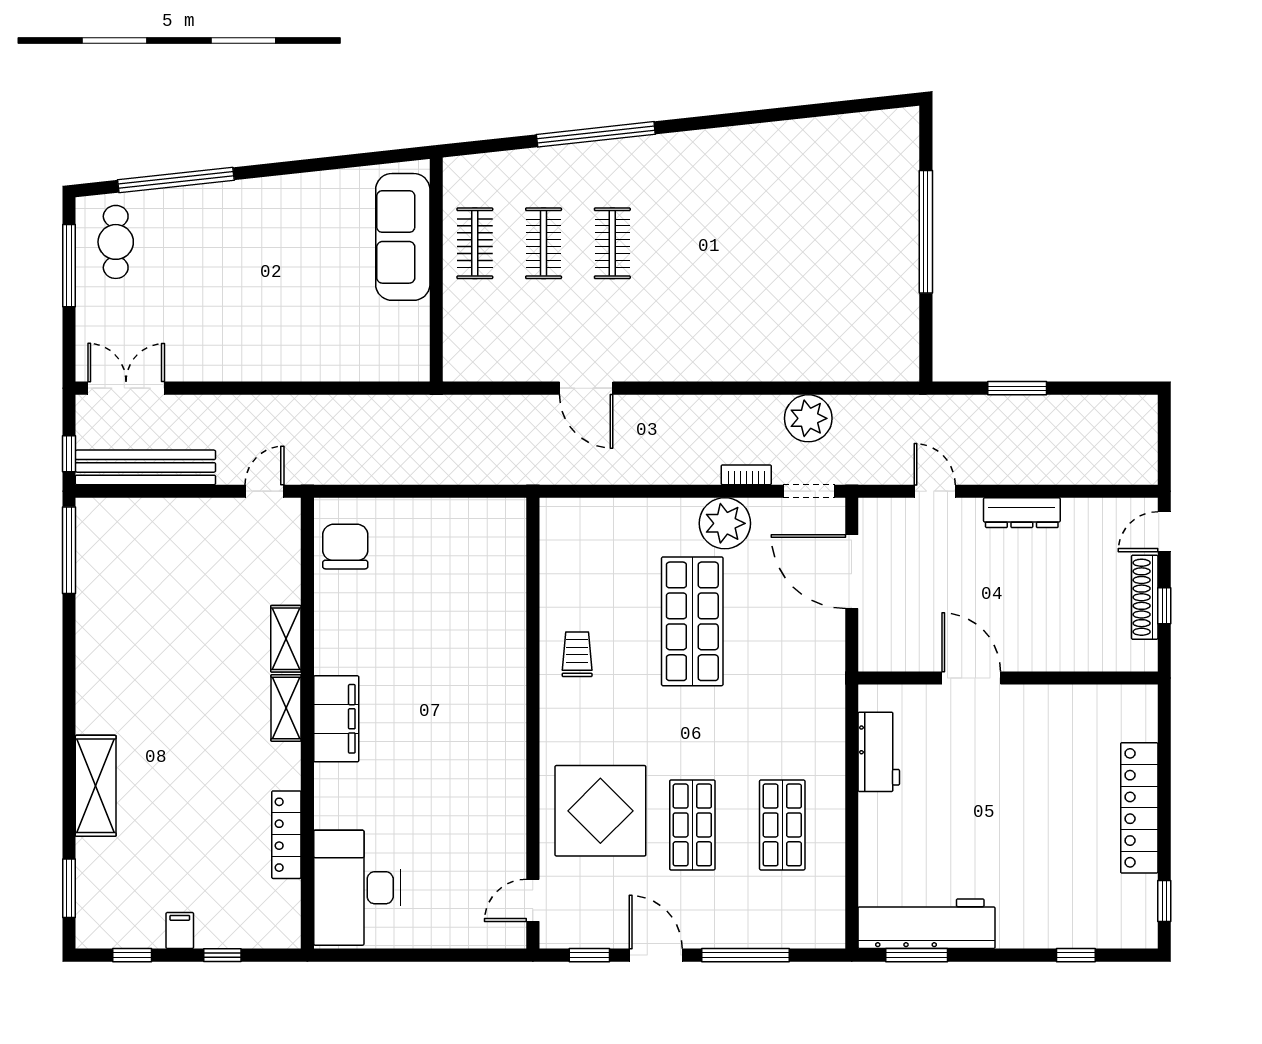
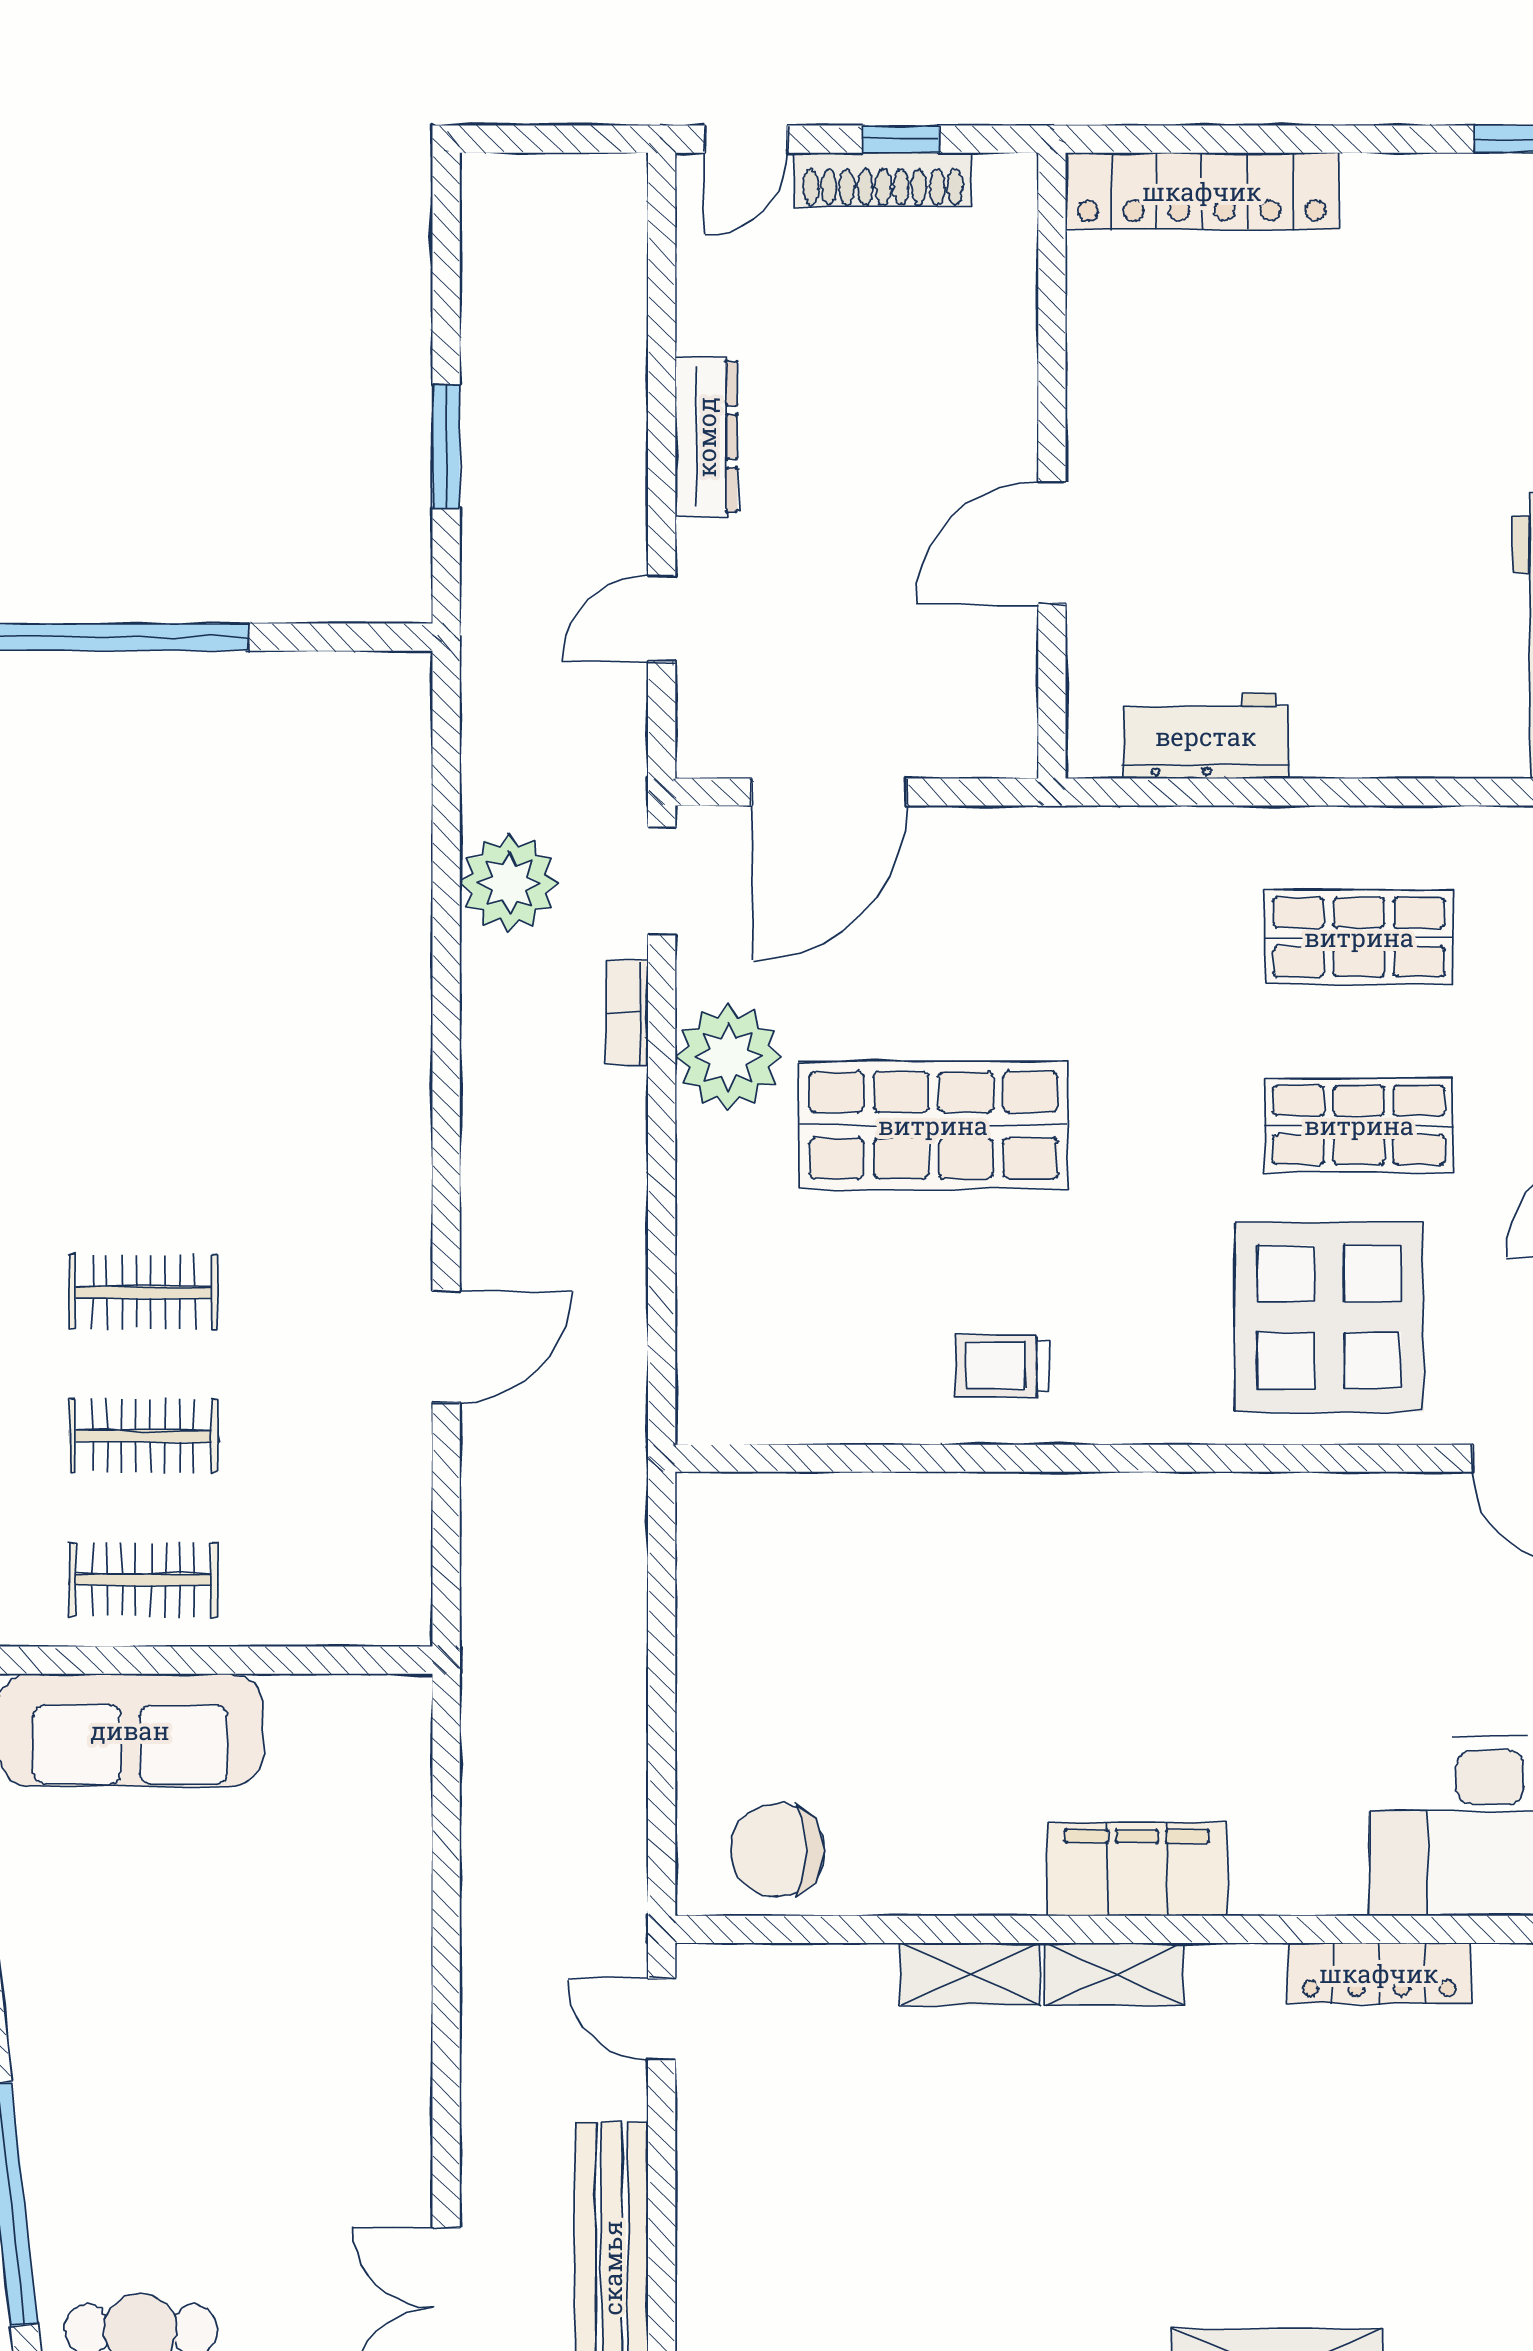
door: (1164, 532) -> (746, 139), hinge flipped
locker: (1139, 808) -> (1202, 191), moved

